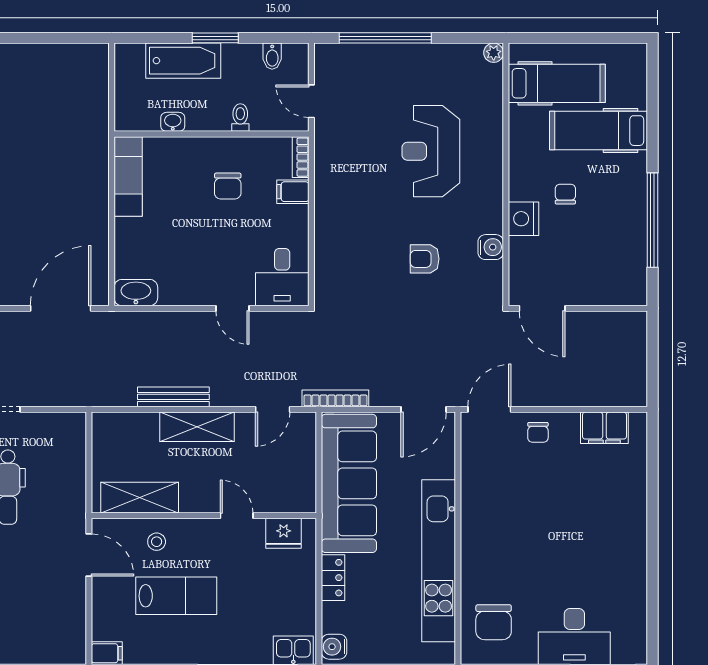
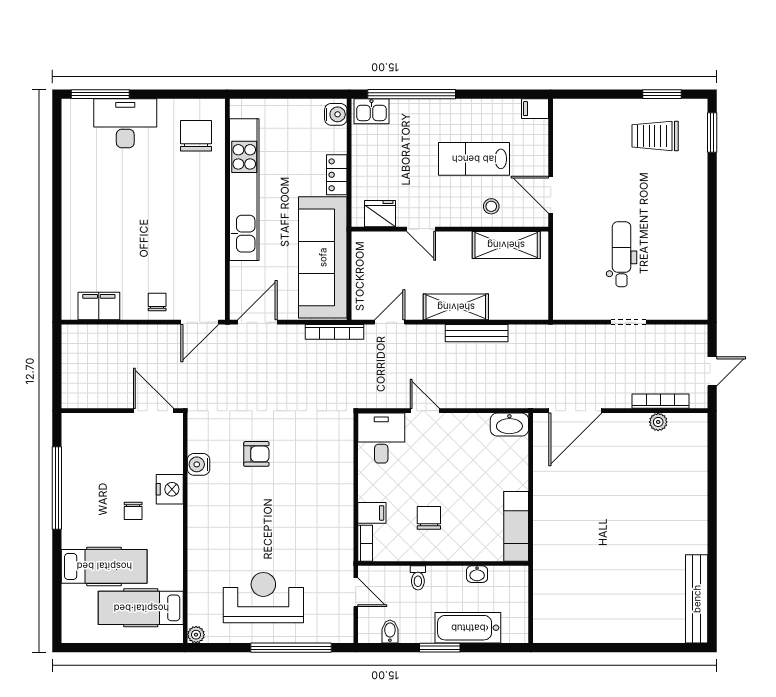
reception desk: (431, 151) -> (263, 598), moved, turned -90

